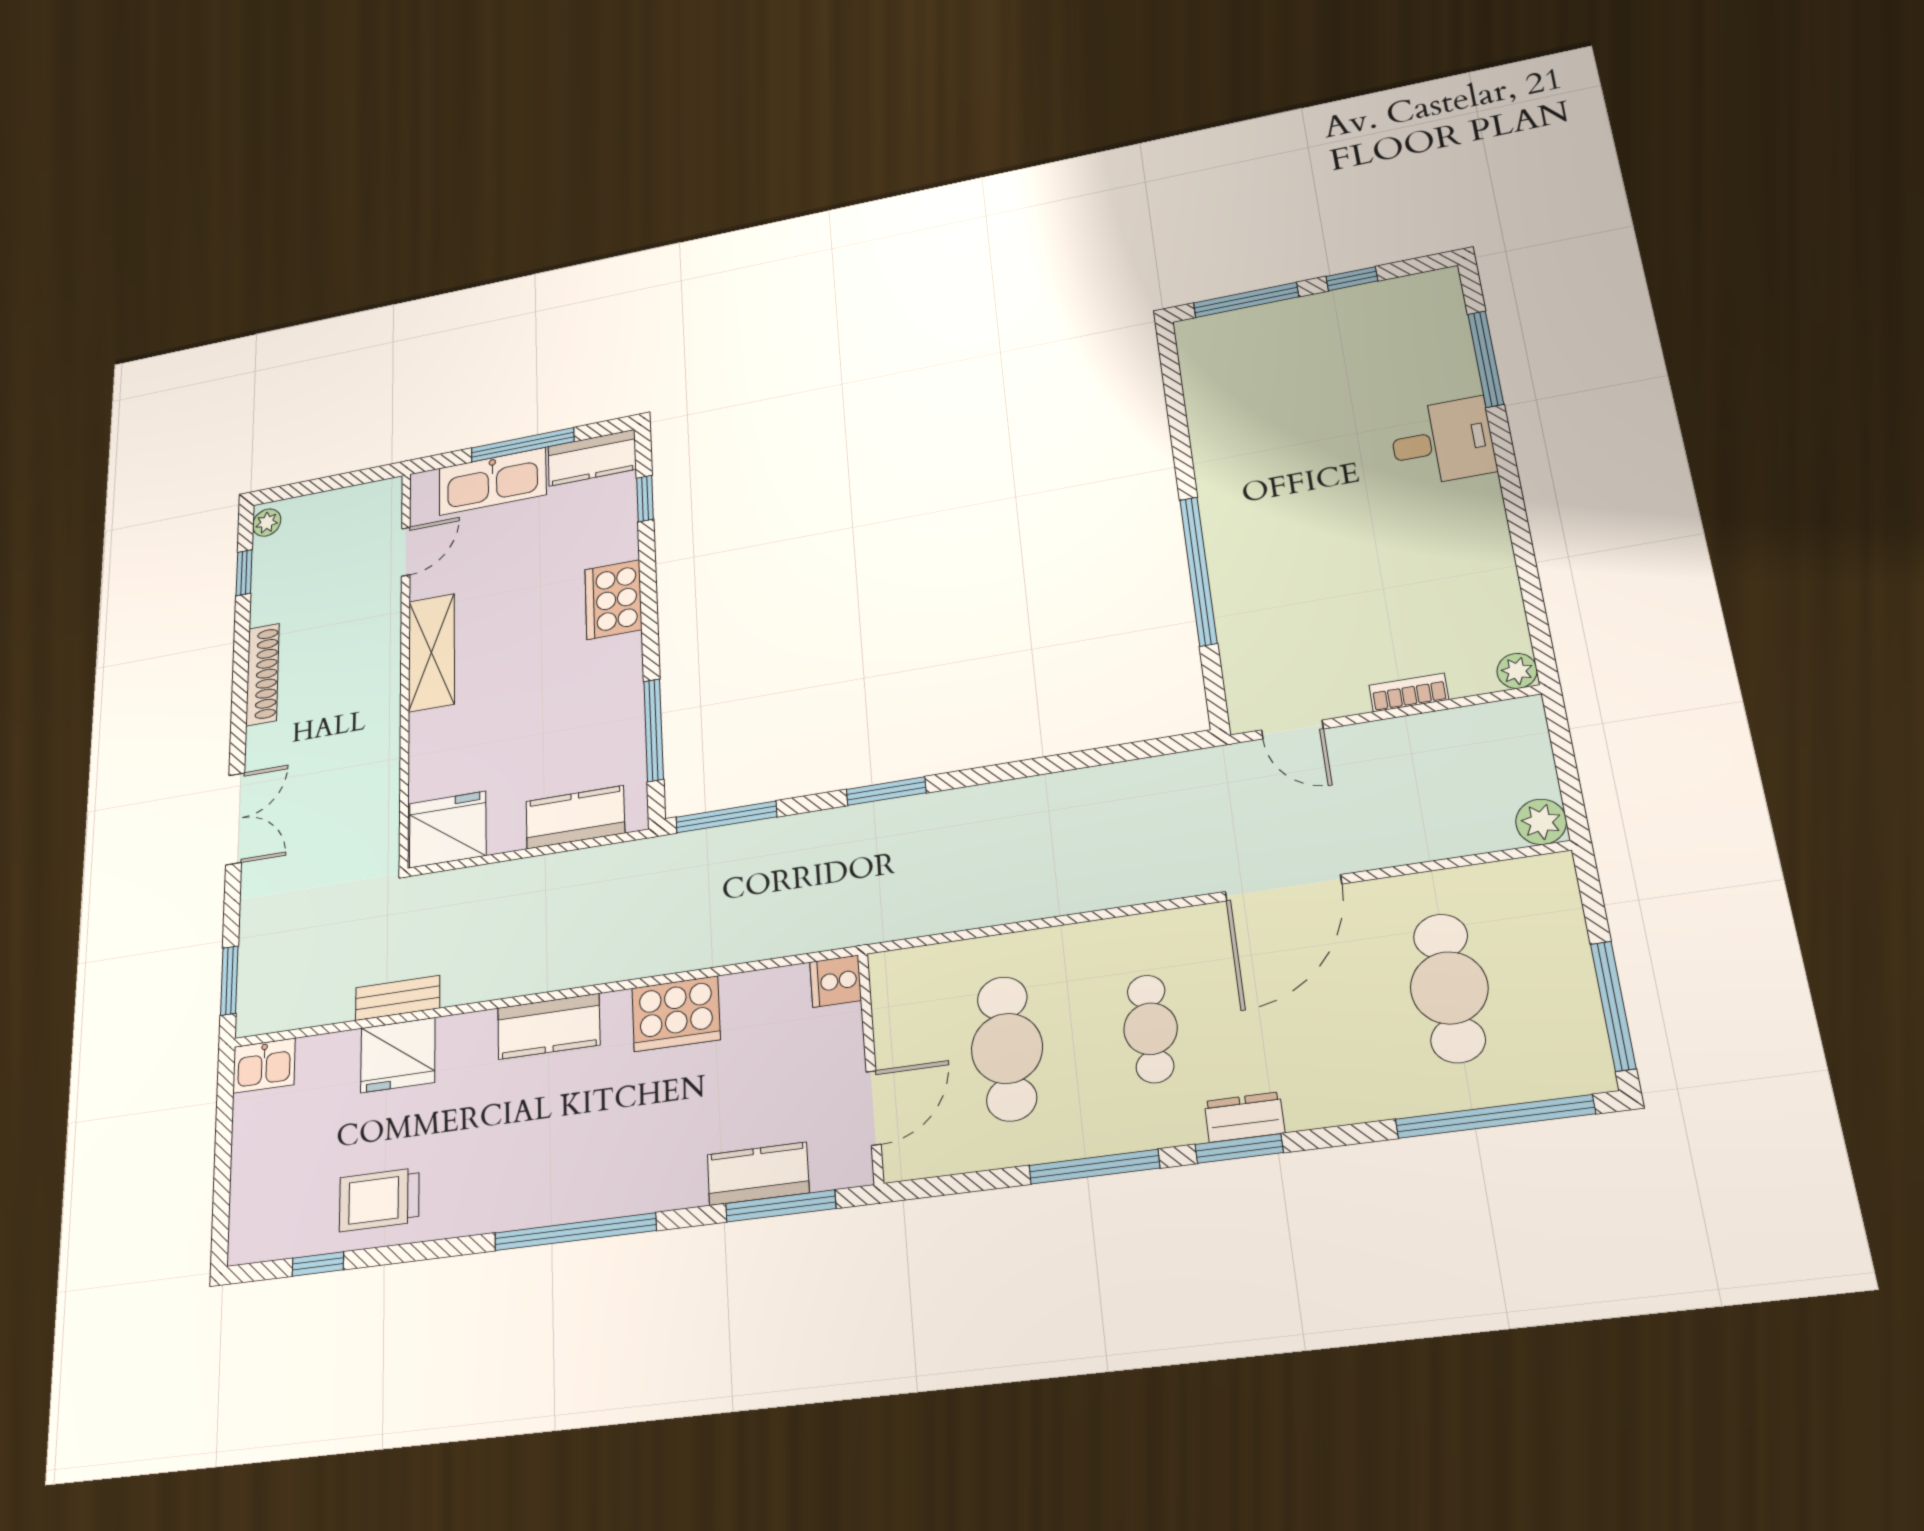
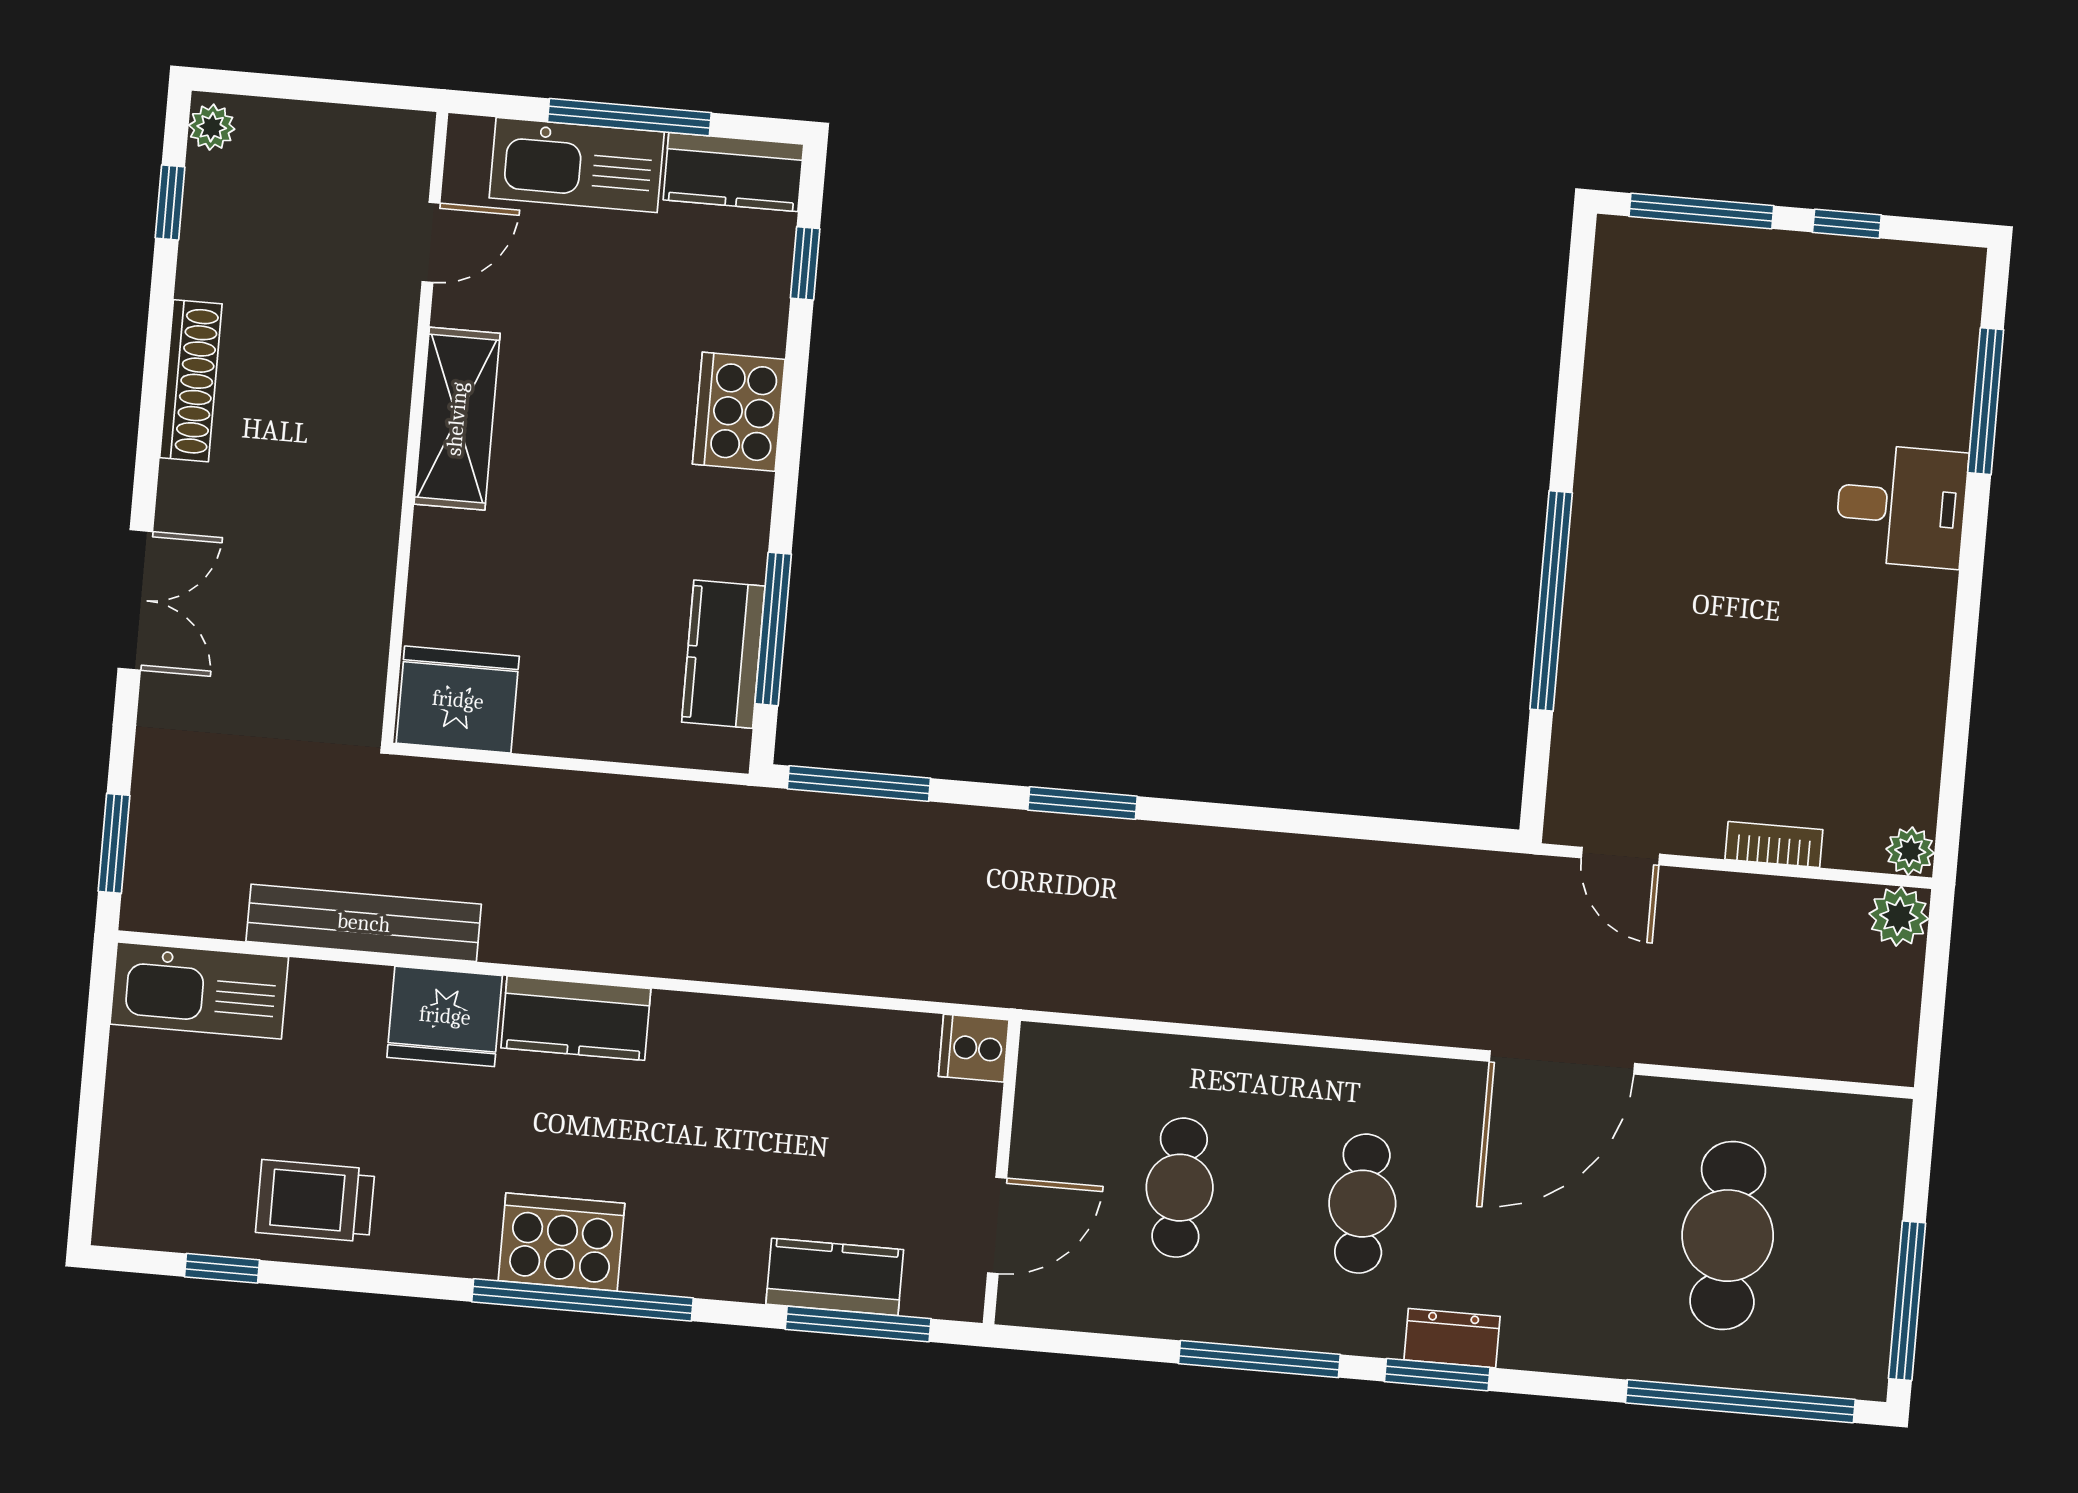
kitchen counter: (575, 817) -> (723, 654), moved, turned -90
plant: (1541, 822) -> (1899, 916), moved
bench: (398, 998) -> (364, 923), width x1.86, depth x1.21
cooker: (676, 1014) -> (561, 1242), moved, turned 180
cafe table: (1007, 1048) -> (1180, 1188), width x0.73, depth x0.74
fridge: (398, 1055) -> (445, 1016), moved
kitchen sink: (264, 1066) -> (199, 991), width x1.87, depth x1.24

